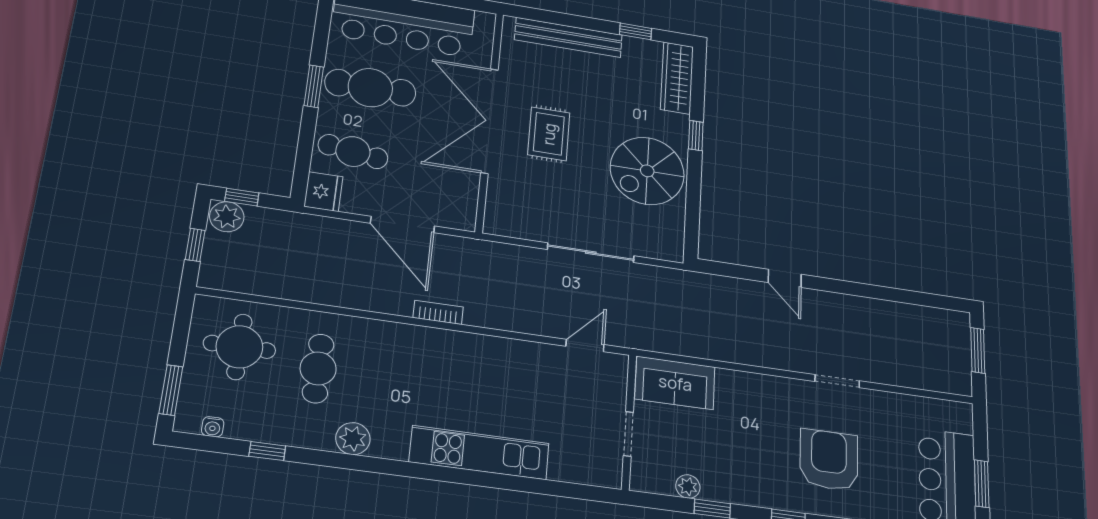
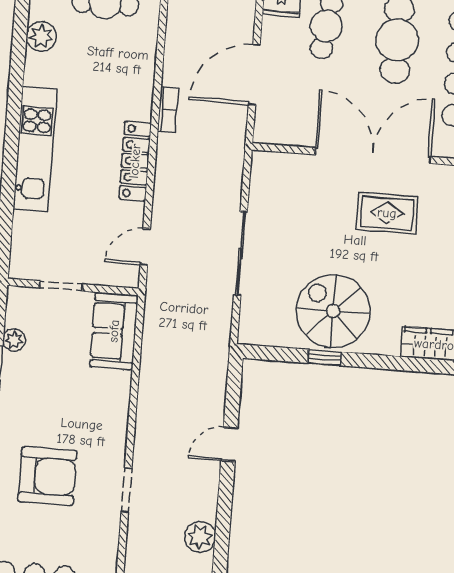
rug: (549, 134) -> (387, 213), moved
window: (696, 136) -> (324, 358), moved
plant: (878, 313) -> (200, 537), added
door: (585, 345) -> (145, 247), swing flipped
locker: (493, 349) -> (135, 161), added

